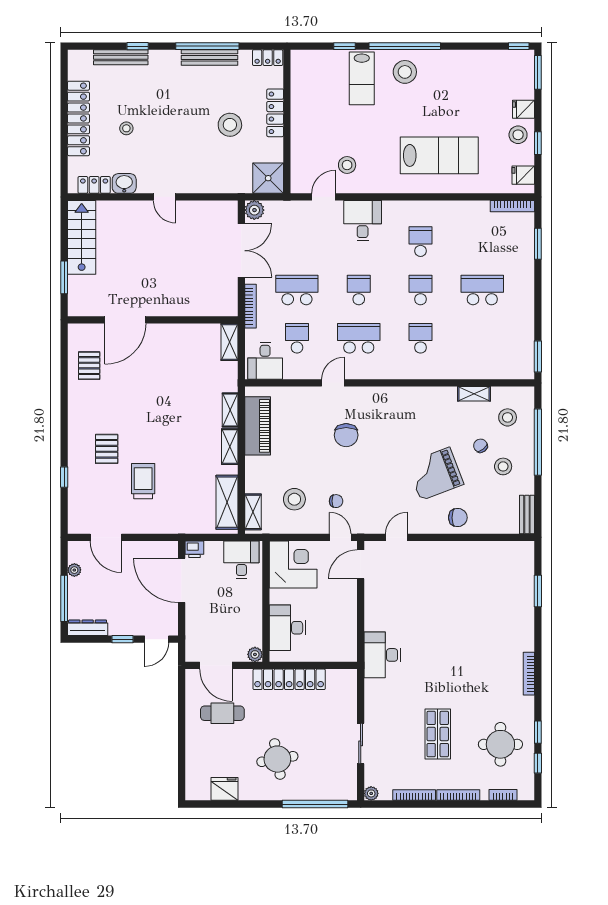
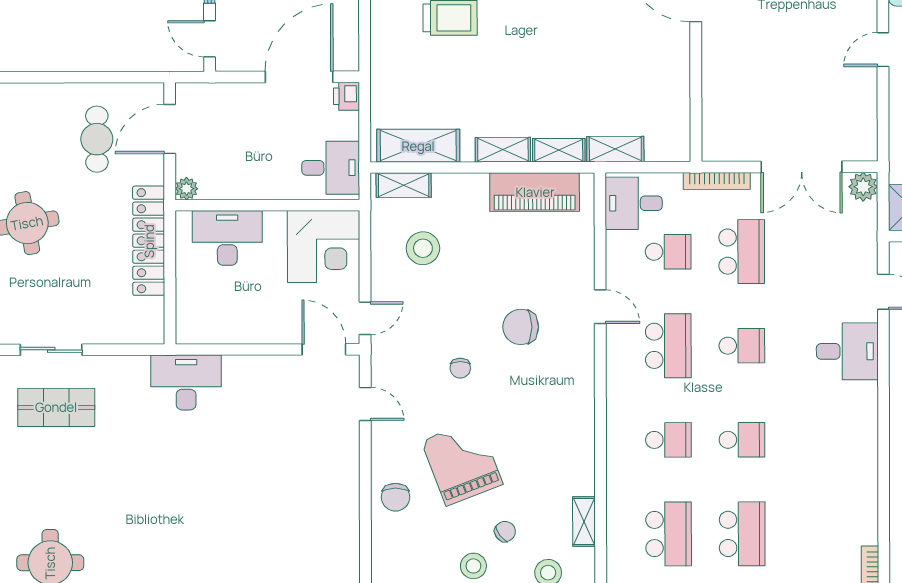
school desk: (421, 242) -> (669, 534), moved, width x1.85
shelving: (229, 342) -> (615, 149), moved
chair: (336, 501) -> (460, 368), moved
shop shelf: (438, 734) -> (56, 407), moved

